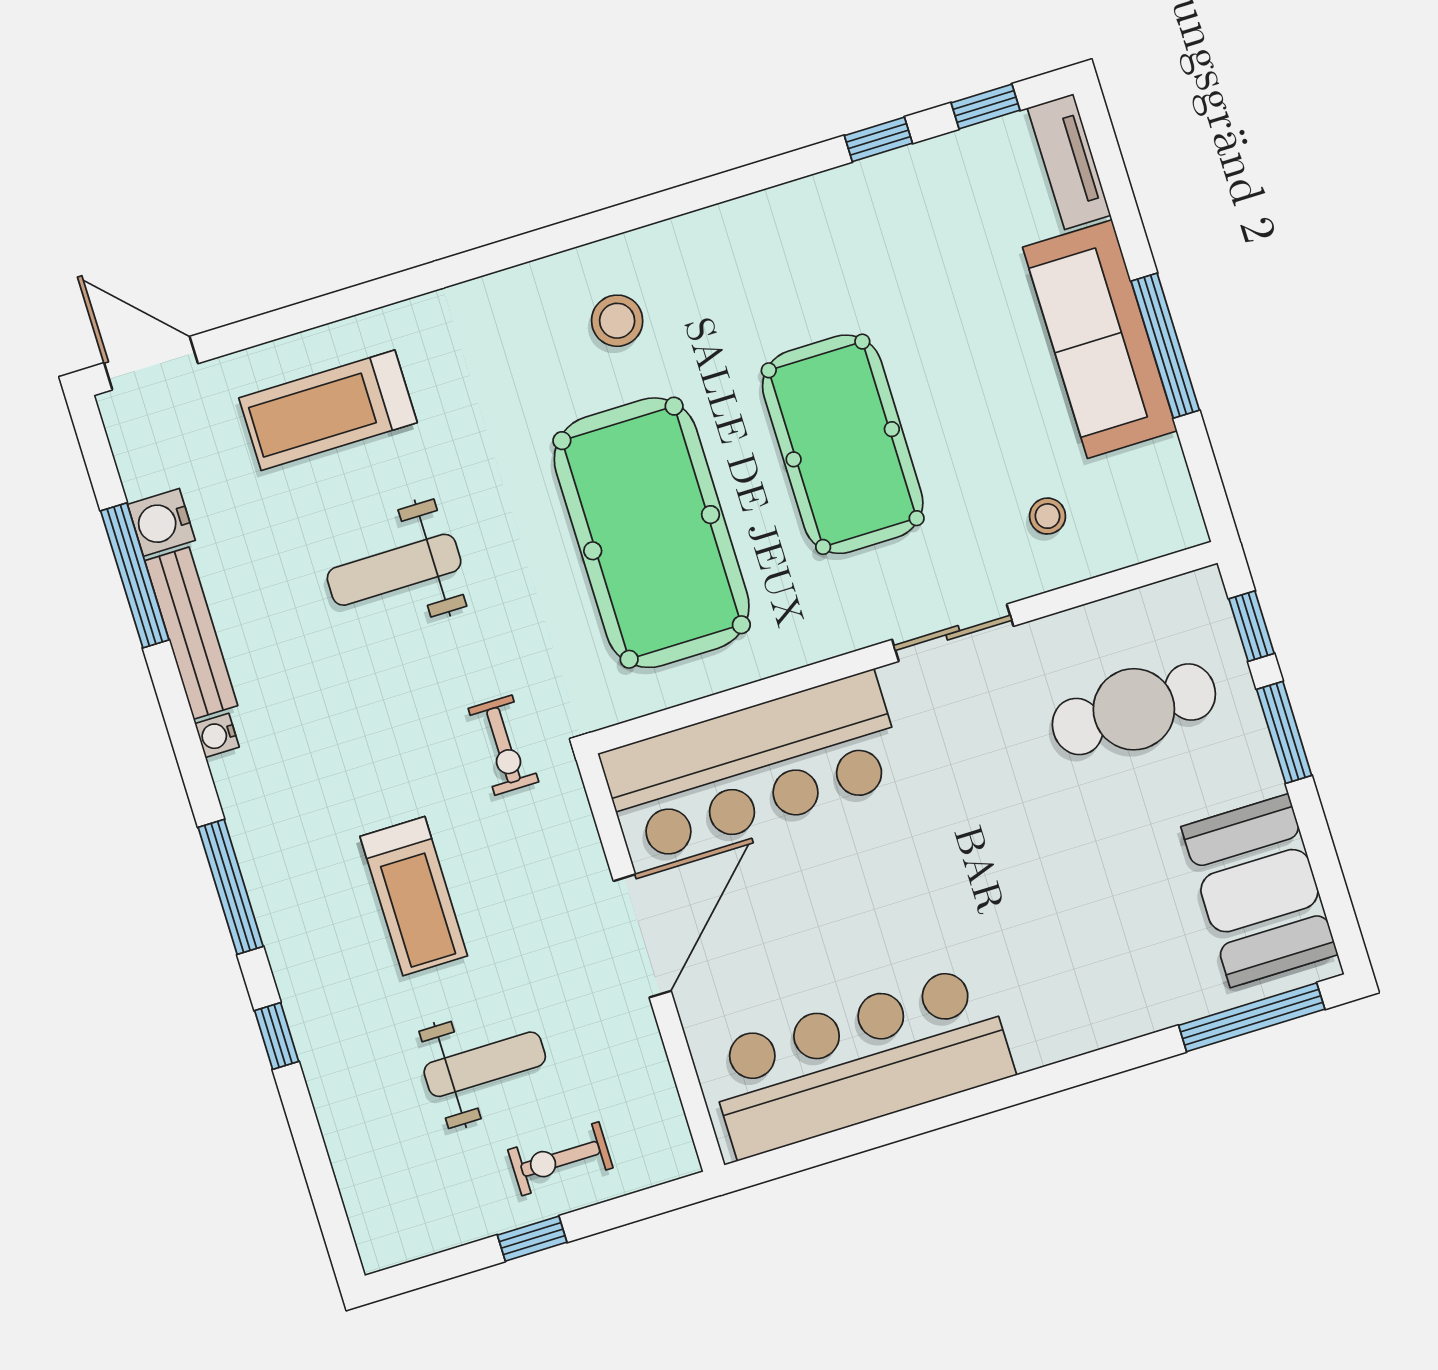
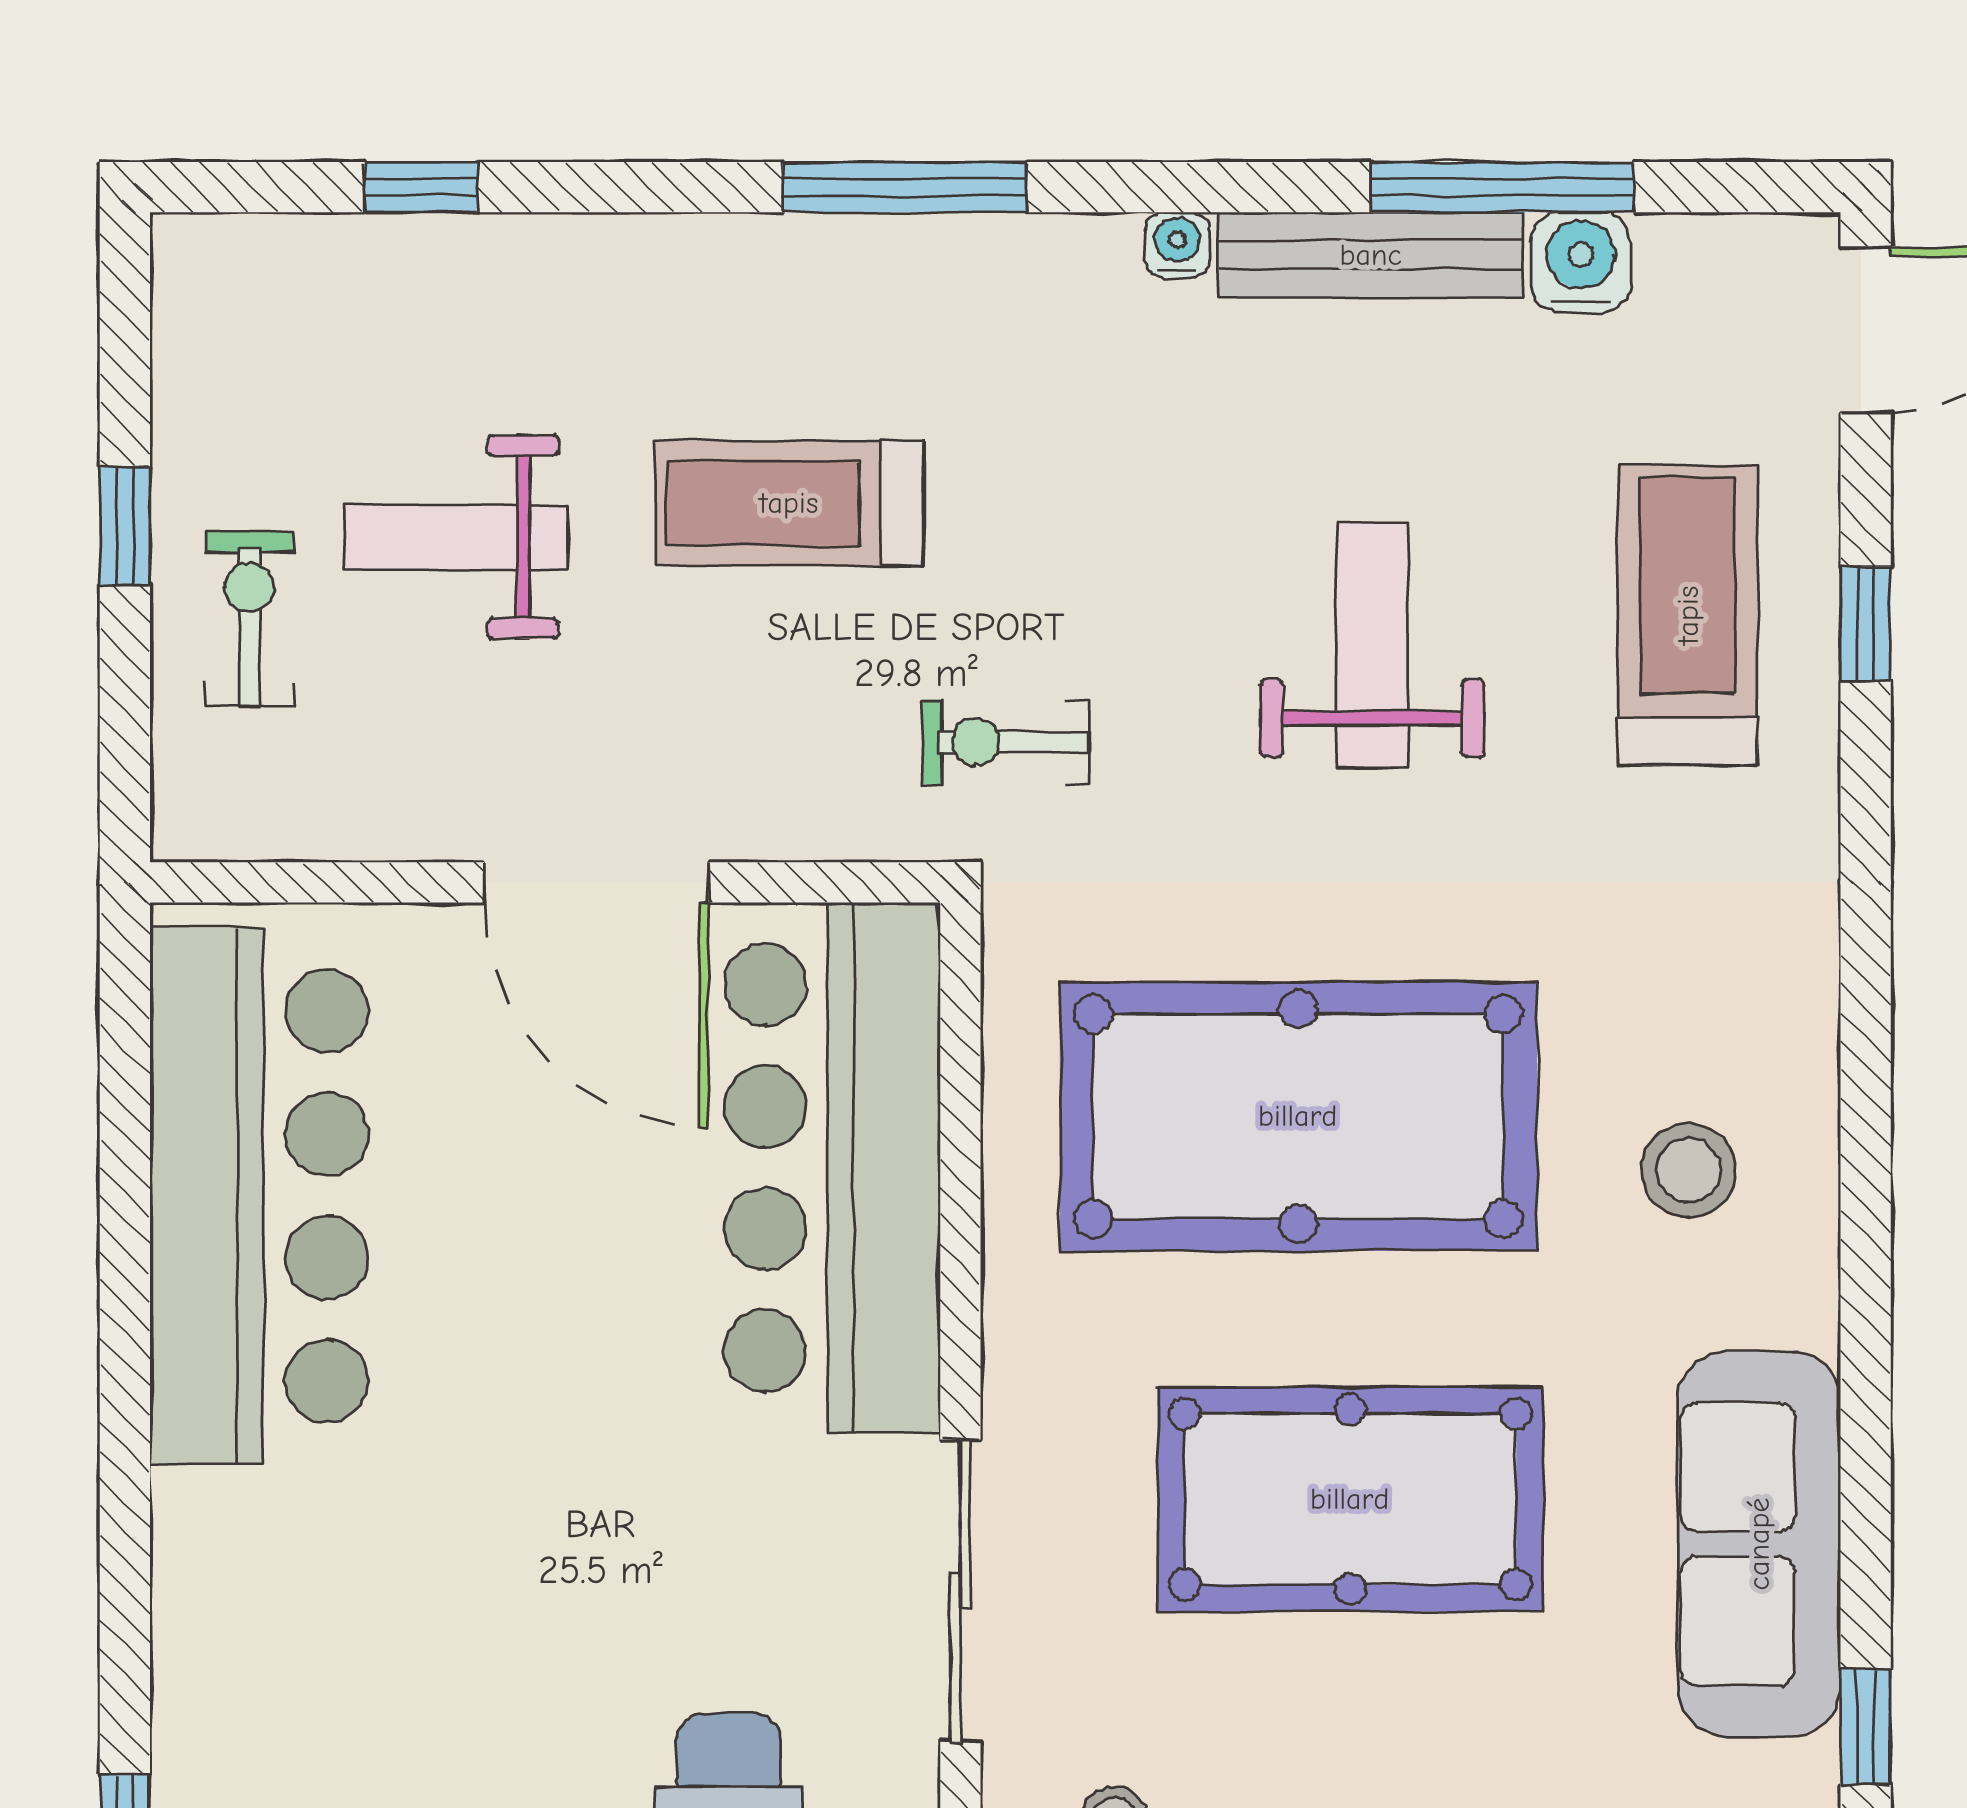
sofa: (801, 224) -> (1759, 1544), added
window: (304, 316) -> (1866, 624), added
sliding door: (953, 633) -> (960, 1590), width x1.37
window: (277, 1036) -> (421, 187), moved
weight bench: (485, 1064) -> (456, 537), turned 90

